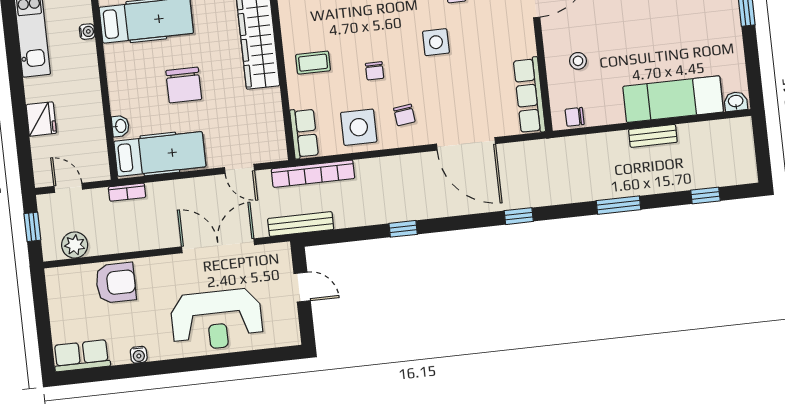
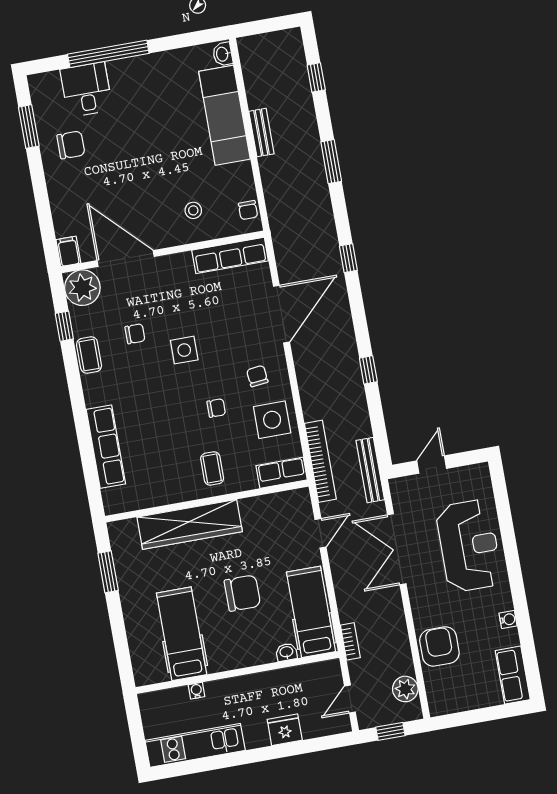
chair: (404, 115) -> (257, 376), turned -89

